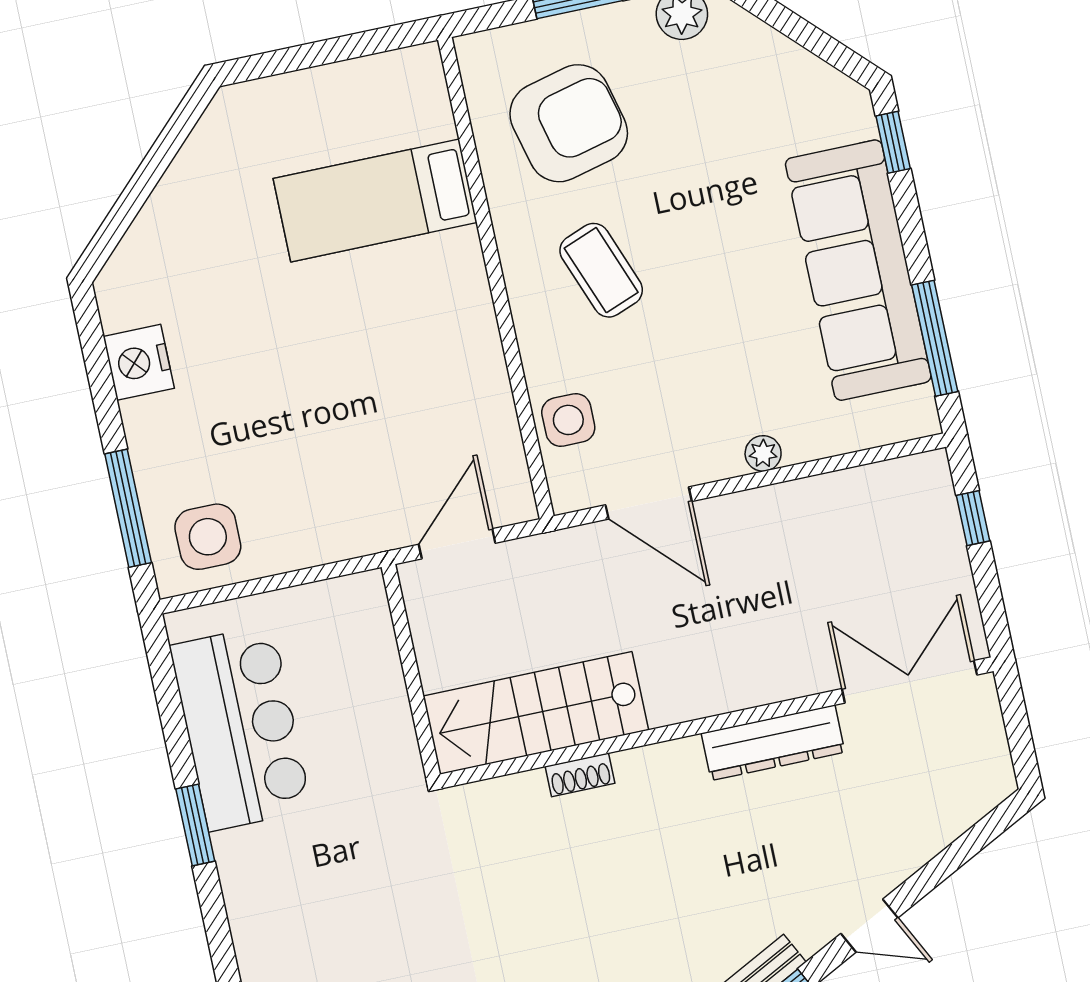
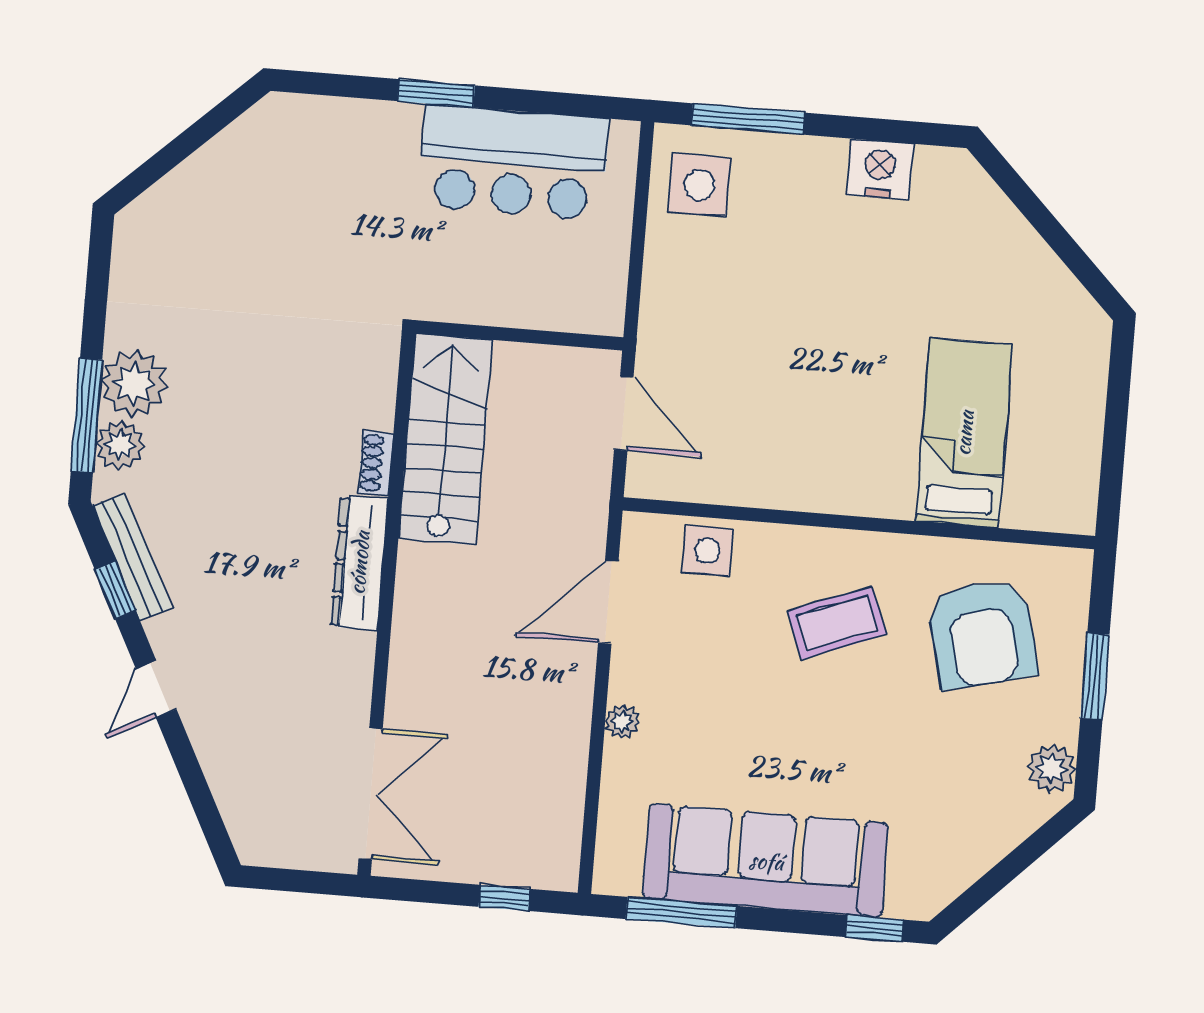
dresser: (773, 743) -> (359, 563), moved

